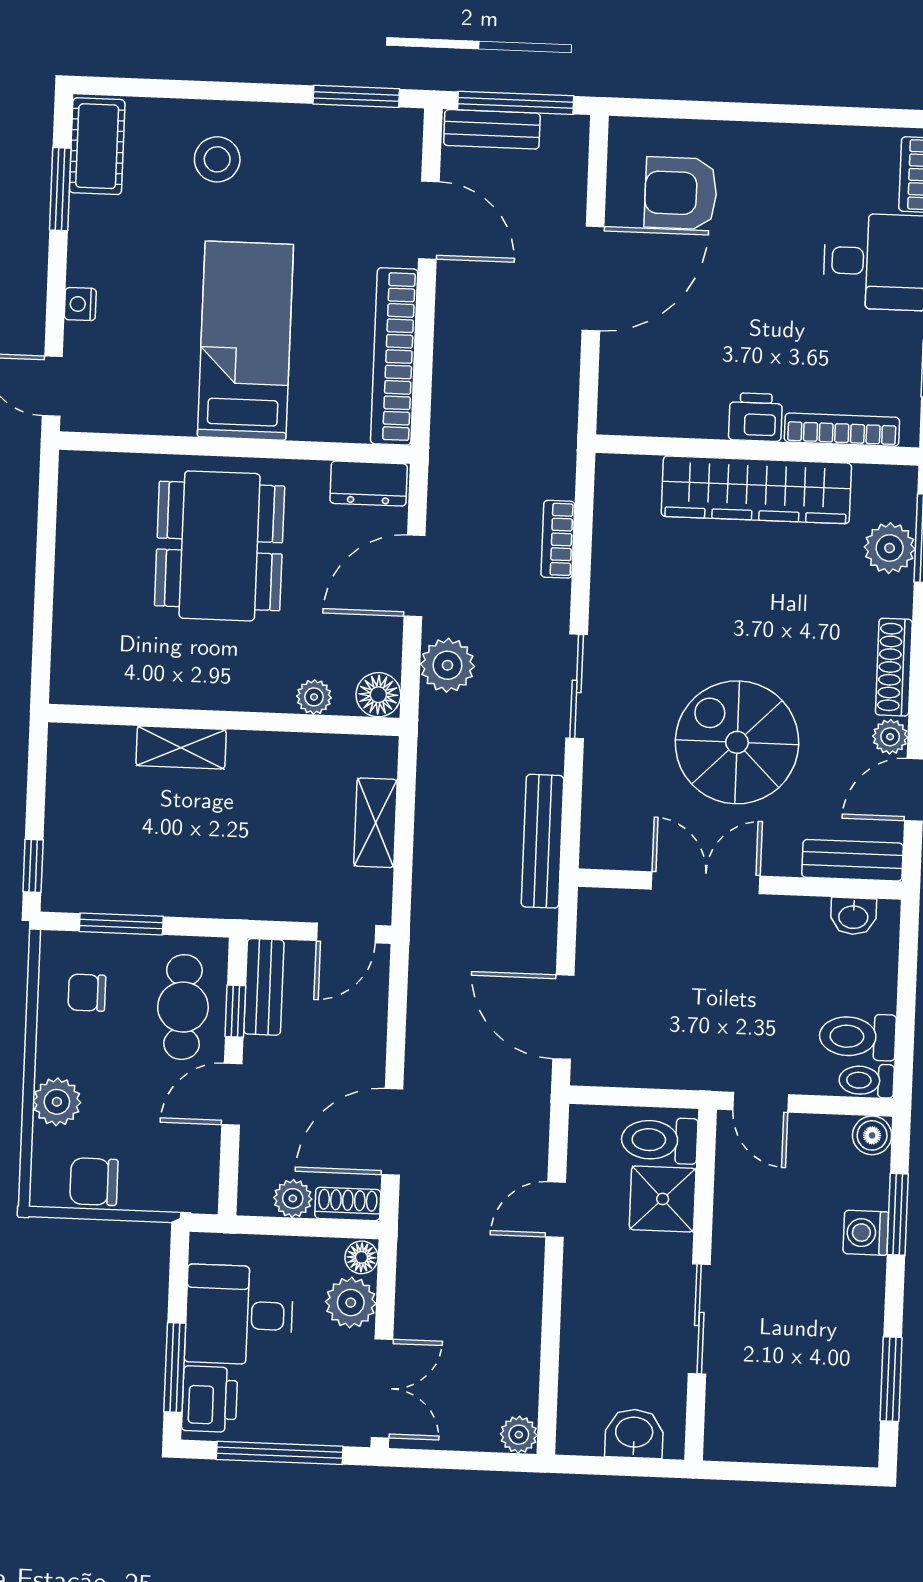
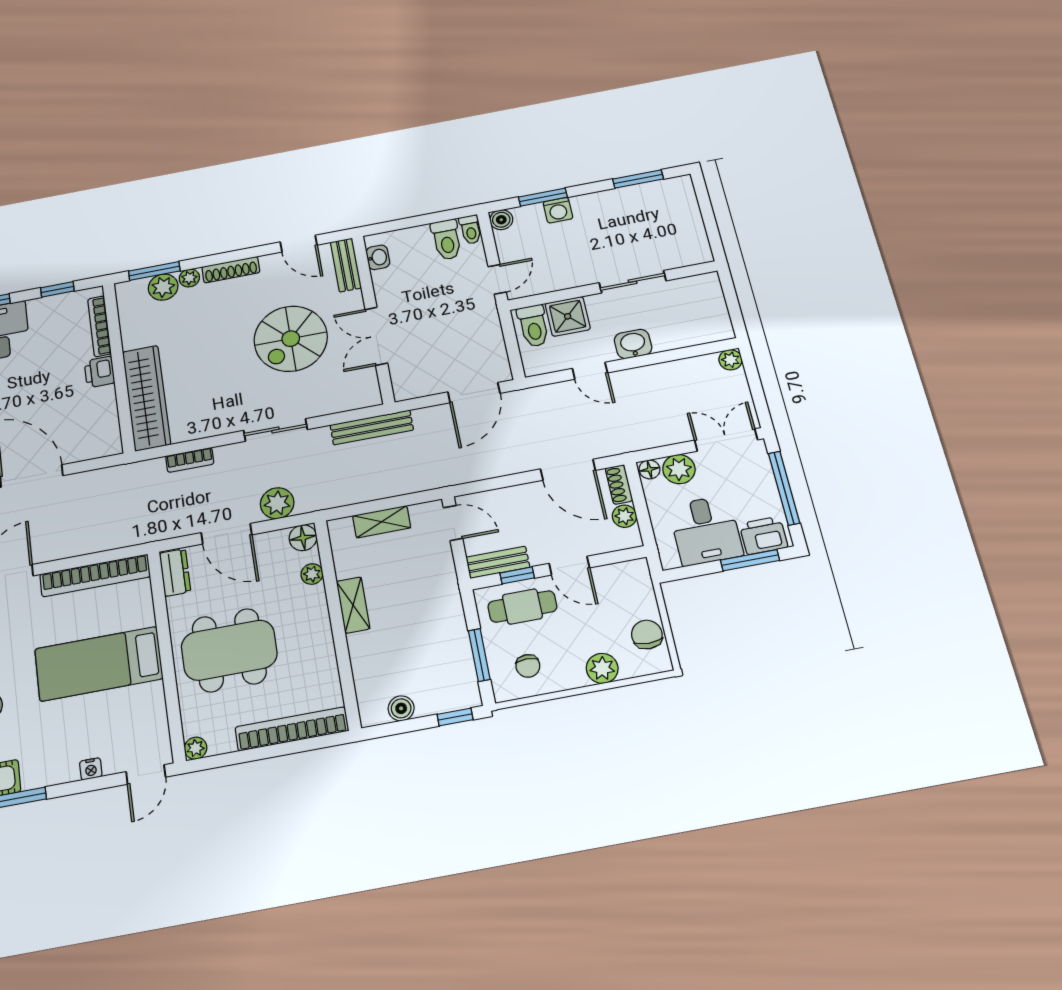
plant: (76, 468) -> (196, 748), added
wardrobe: (756, 490) -> (146, 398), moved
bookcase: (72, 618) -> (292, 729), added
plant: (890, 737) -> (189, 278), moved
shelving: (181, 748) -> (353, 605), moved
boiler: (65, 789) -> (401, 708), added
chair: (94, 1182) -> (647, 634), turned 180
washbasin: (634, 1434) -> (633, 344), moved, turned 90

